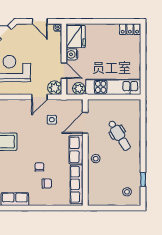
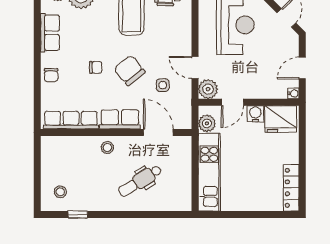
locker: (130, 29) -> (291, 188), width x1.53
chair: (41, 143) -> (129, 70), added
chair: (47, 183) -> (51, 75), moved

